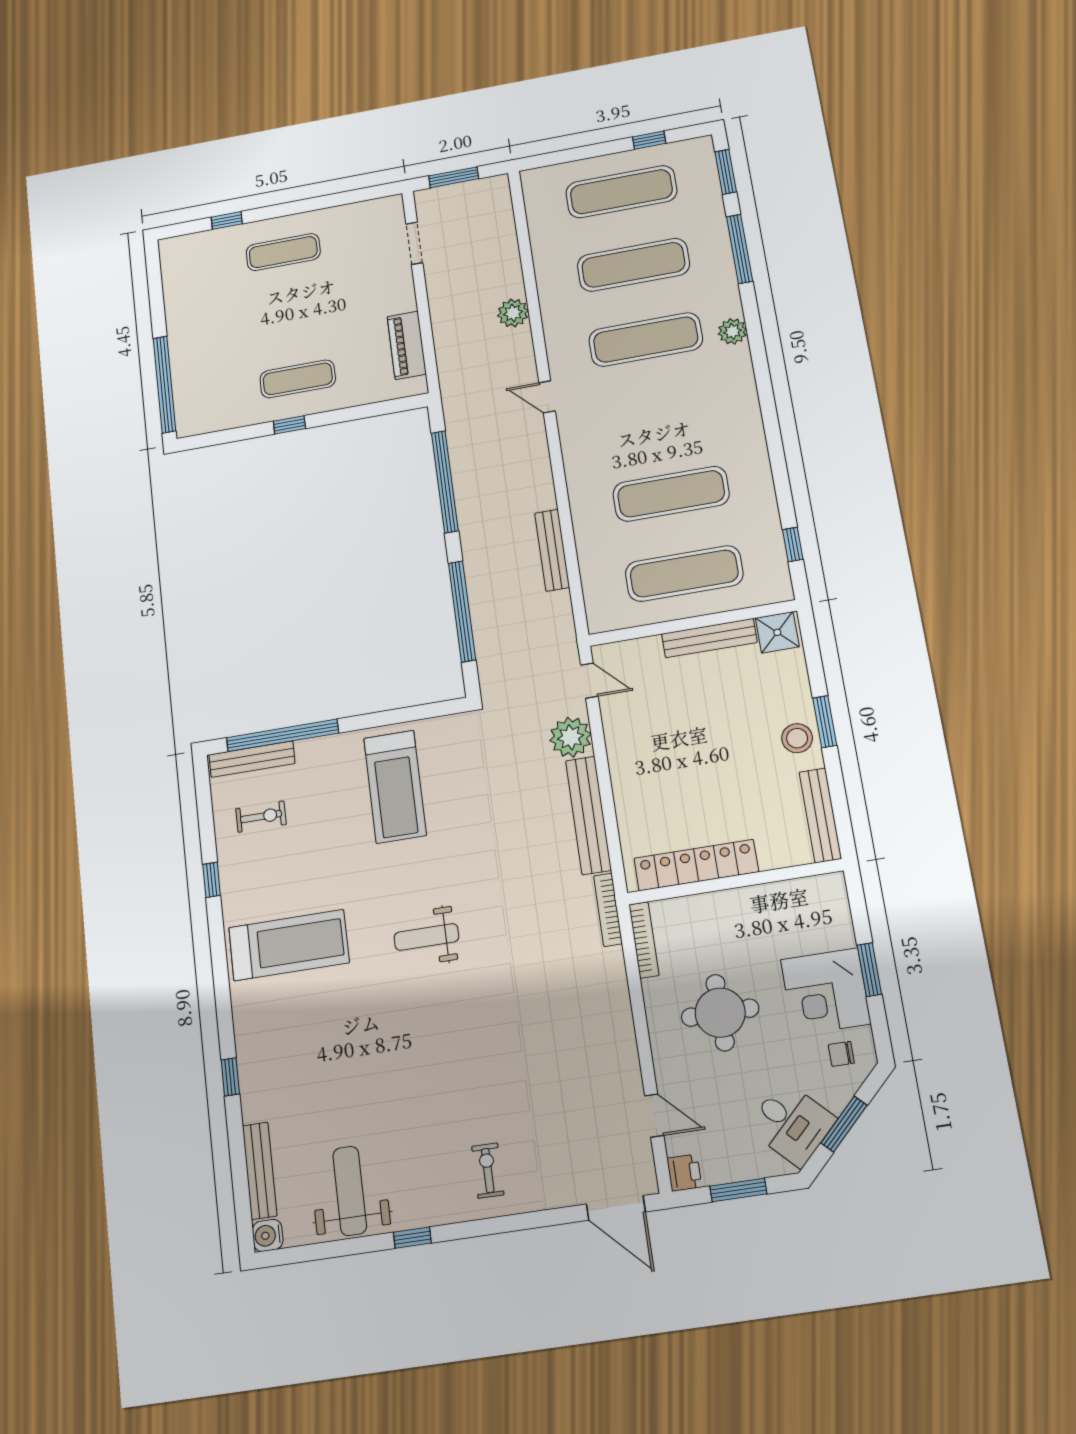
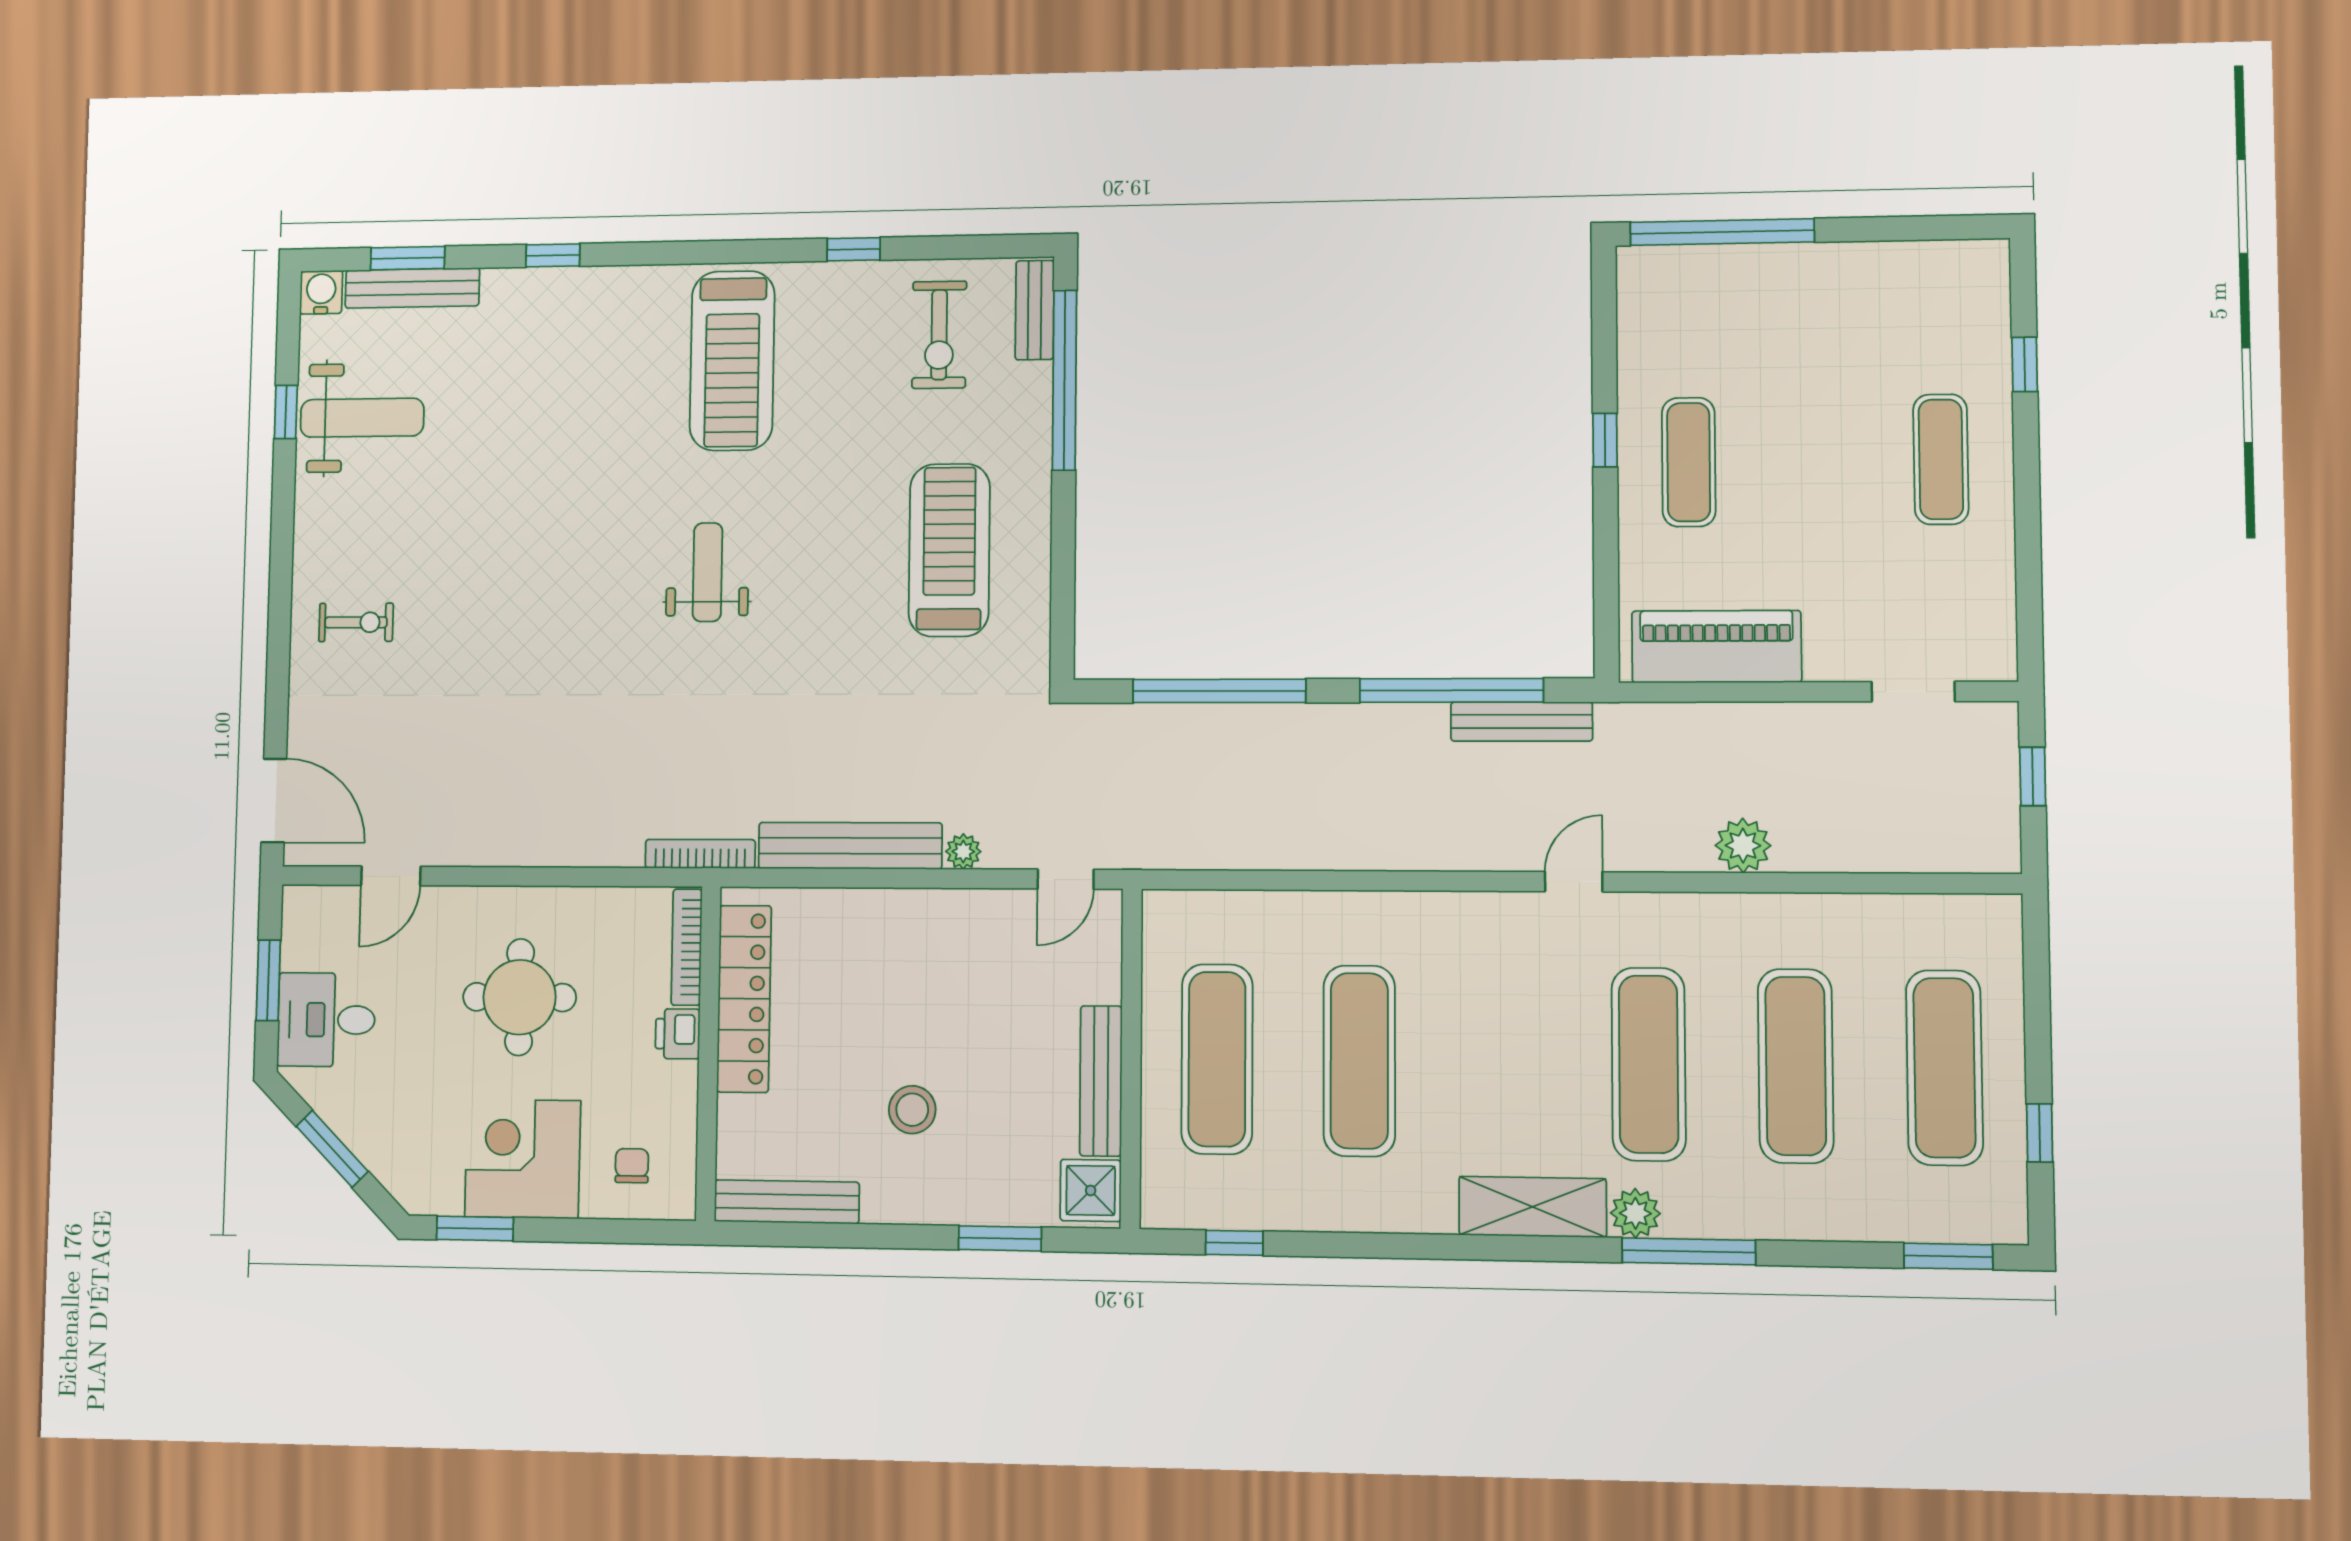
window: (454, 177) -> (2033, 776), width x0.67
window: (740, 249) -> (1689, 1251), moved
piano: (407, 345) -> (1716, 647), width x1.37, depth x1.33
shelving: (739, 386) -> (1533, 1207), added
bench: (552, 550) -> (1522, 722), moved
window: (825, 722) -> (1000, 1238), moved
plant: (571, 737) -> (963, 852), width x0.53, depth x0.53
stool: (797, 738) -> (912, 1110), moved
bench: (252, 759) -> (1035, 310), width x0.73
treadmill: (395, 787) -> (949, 550), turned 90
exercise bike: (261, 817) -> (939, 335), width x1.38, depth x1.39
bookcase: (644, 940) -> (687, 947), moved, turned 90
window: (869, 970) -> (475, 1228), moved
chair: (841, 1054) -> (632, 1166), moved
desk: (792, 1123) -> (326, 1020), moved, turned 45
printer: (684, 1173) -> (678, 1034), moved, turned 90
window: (240, 1178) -> (408, 258), added
door: (616, 1208) -> (274, 800), swing flipped
window: (412, 1238) -> (286, 412), moved

